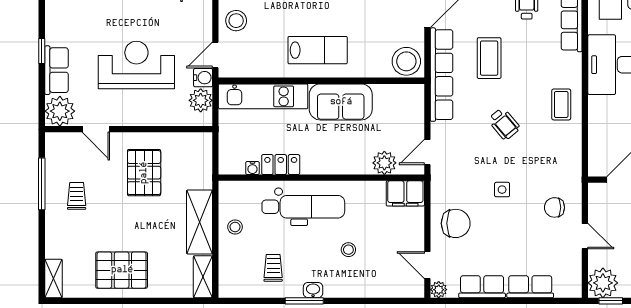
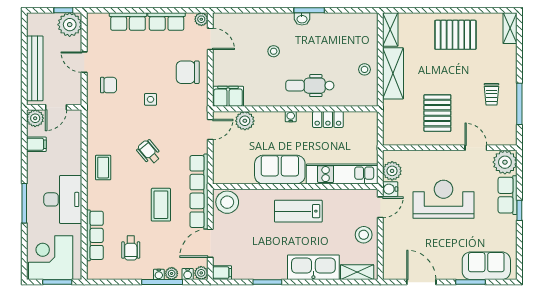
reception desk: (136, 65) -> (443, 199), turned 180
water cooler: (252, 168) -> (291, 117), moved
dental chair: (303, 207) -> (310, 86), width x0.73, depth x0.72
trolley: (273, 268) -> (334, 37), removed

